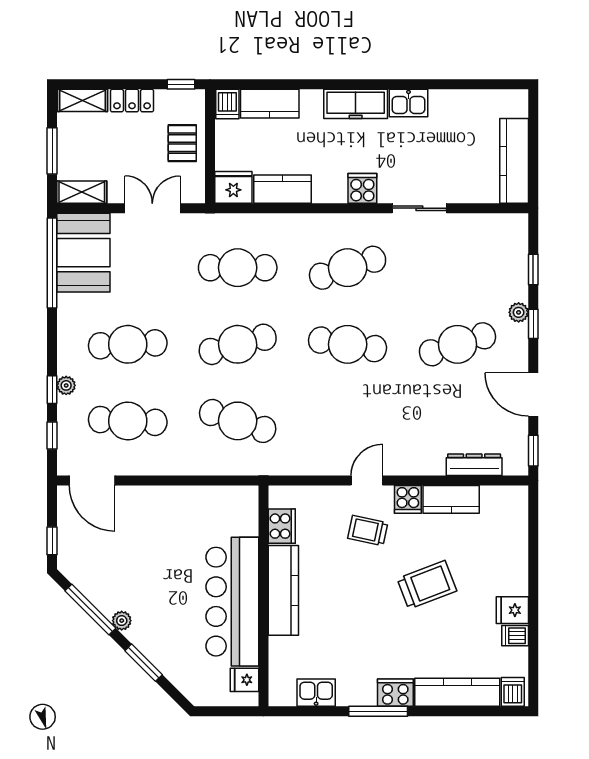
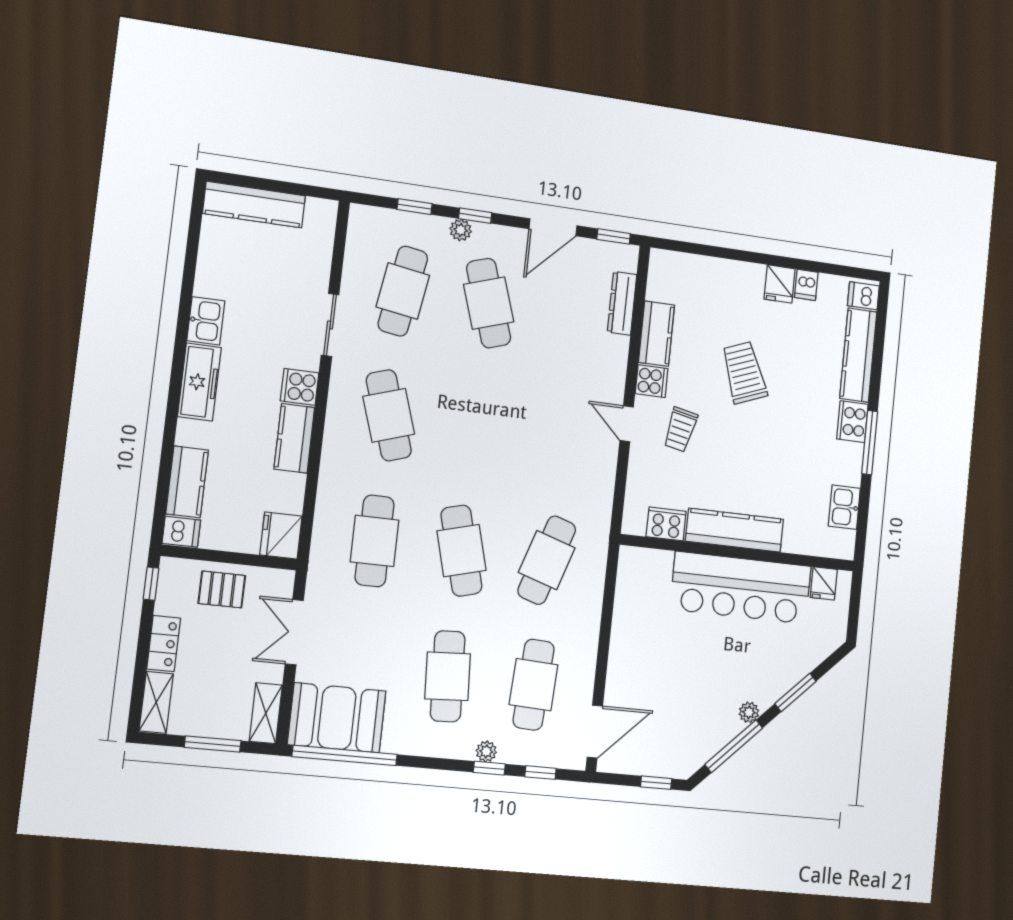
kitchen counter: (514, 161) -> (254, 205), moved
kitchen counter: (282, 189) -> (294, 438), moved
cafe table: (348, 344) -> (403, 291), moved

